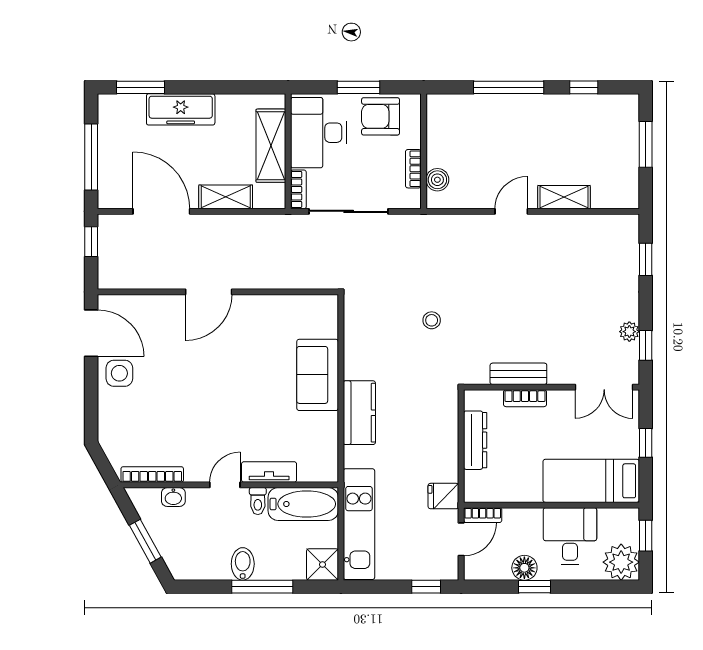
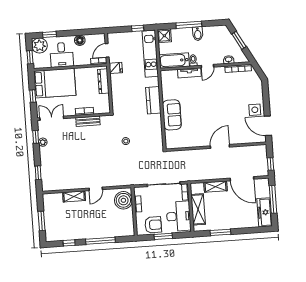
window: (141, 87) -> (220, 232), moved
freezer: (181, 109) -> (265, 212), moved, turned -90
boiler: (437, 180) -> (123, 200), width x1.86, depth x1.86
dresser: (475, 440) -> (103, 81), moved
bed: (591, 481) -> (55, 83), width x1.50
window: (426, 587) -> (138, 28), moved
window: (535, 587) -> (49, 35), moved

